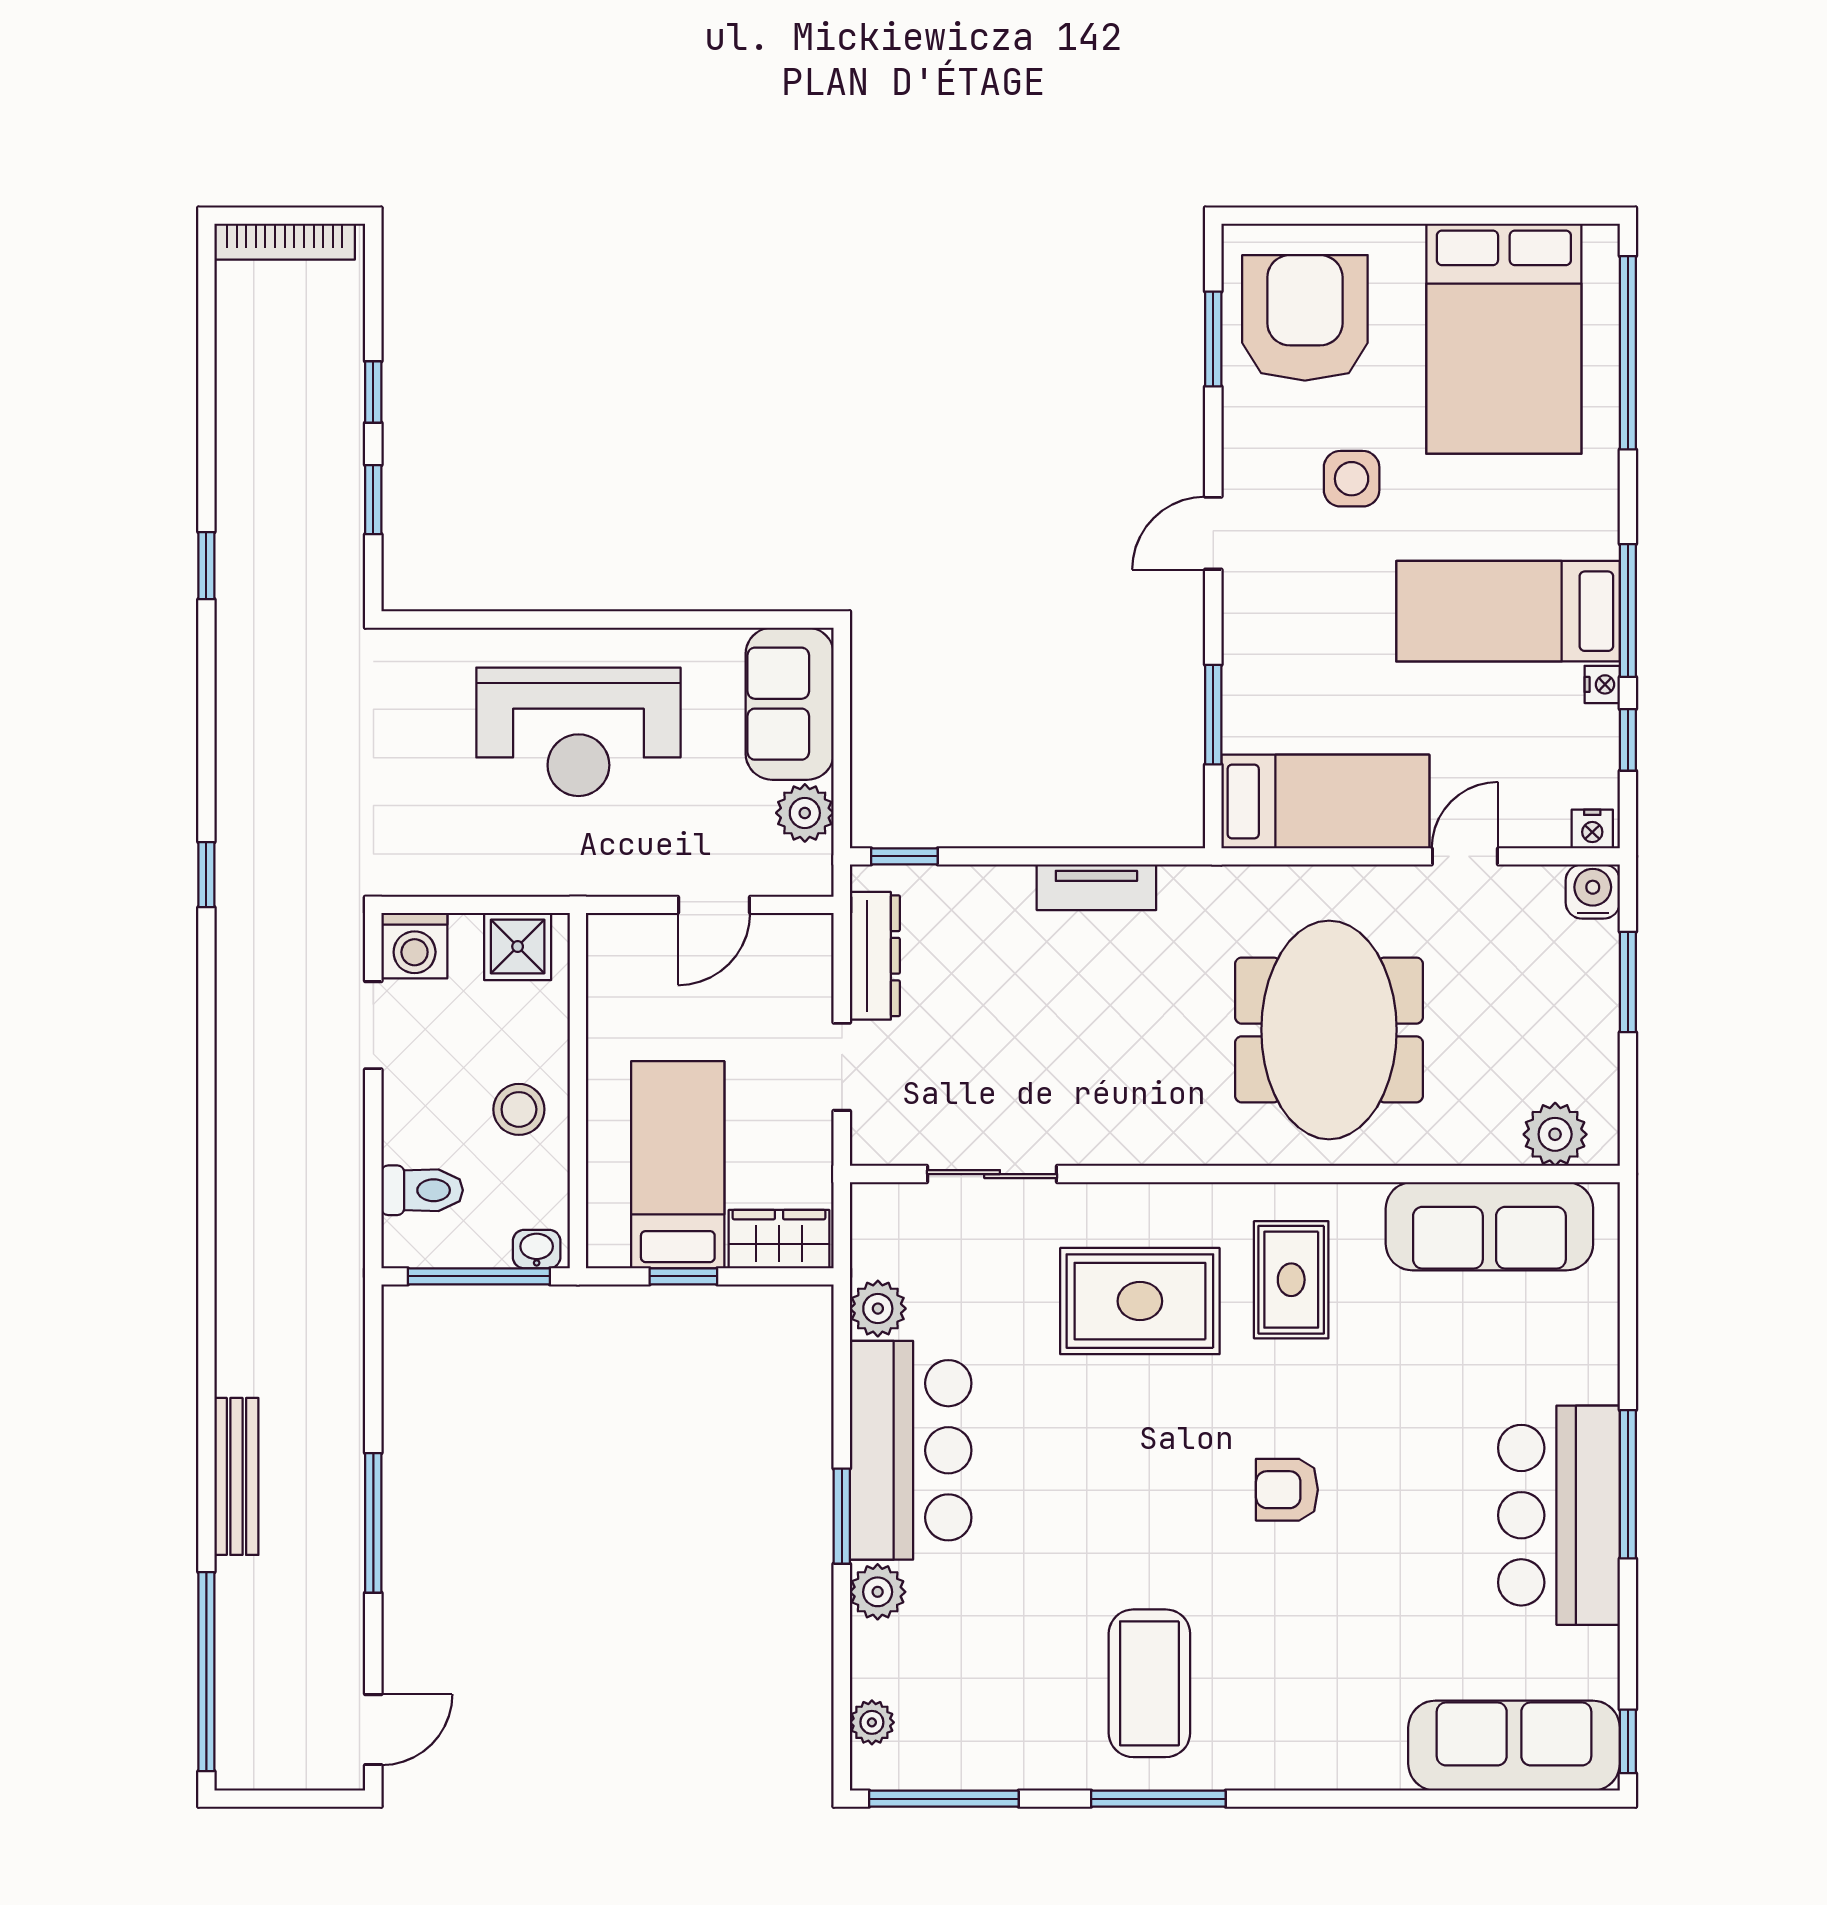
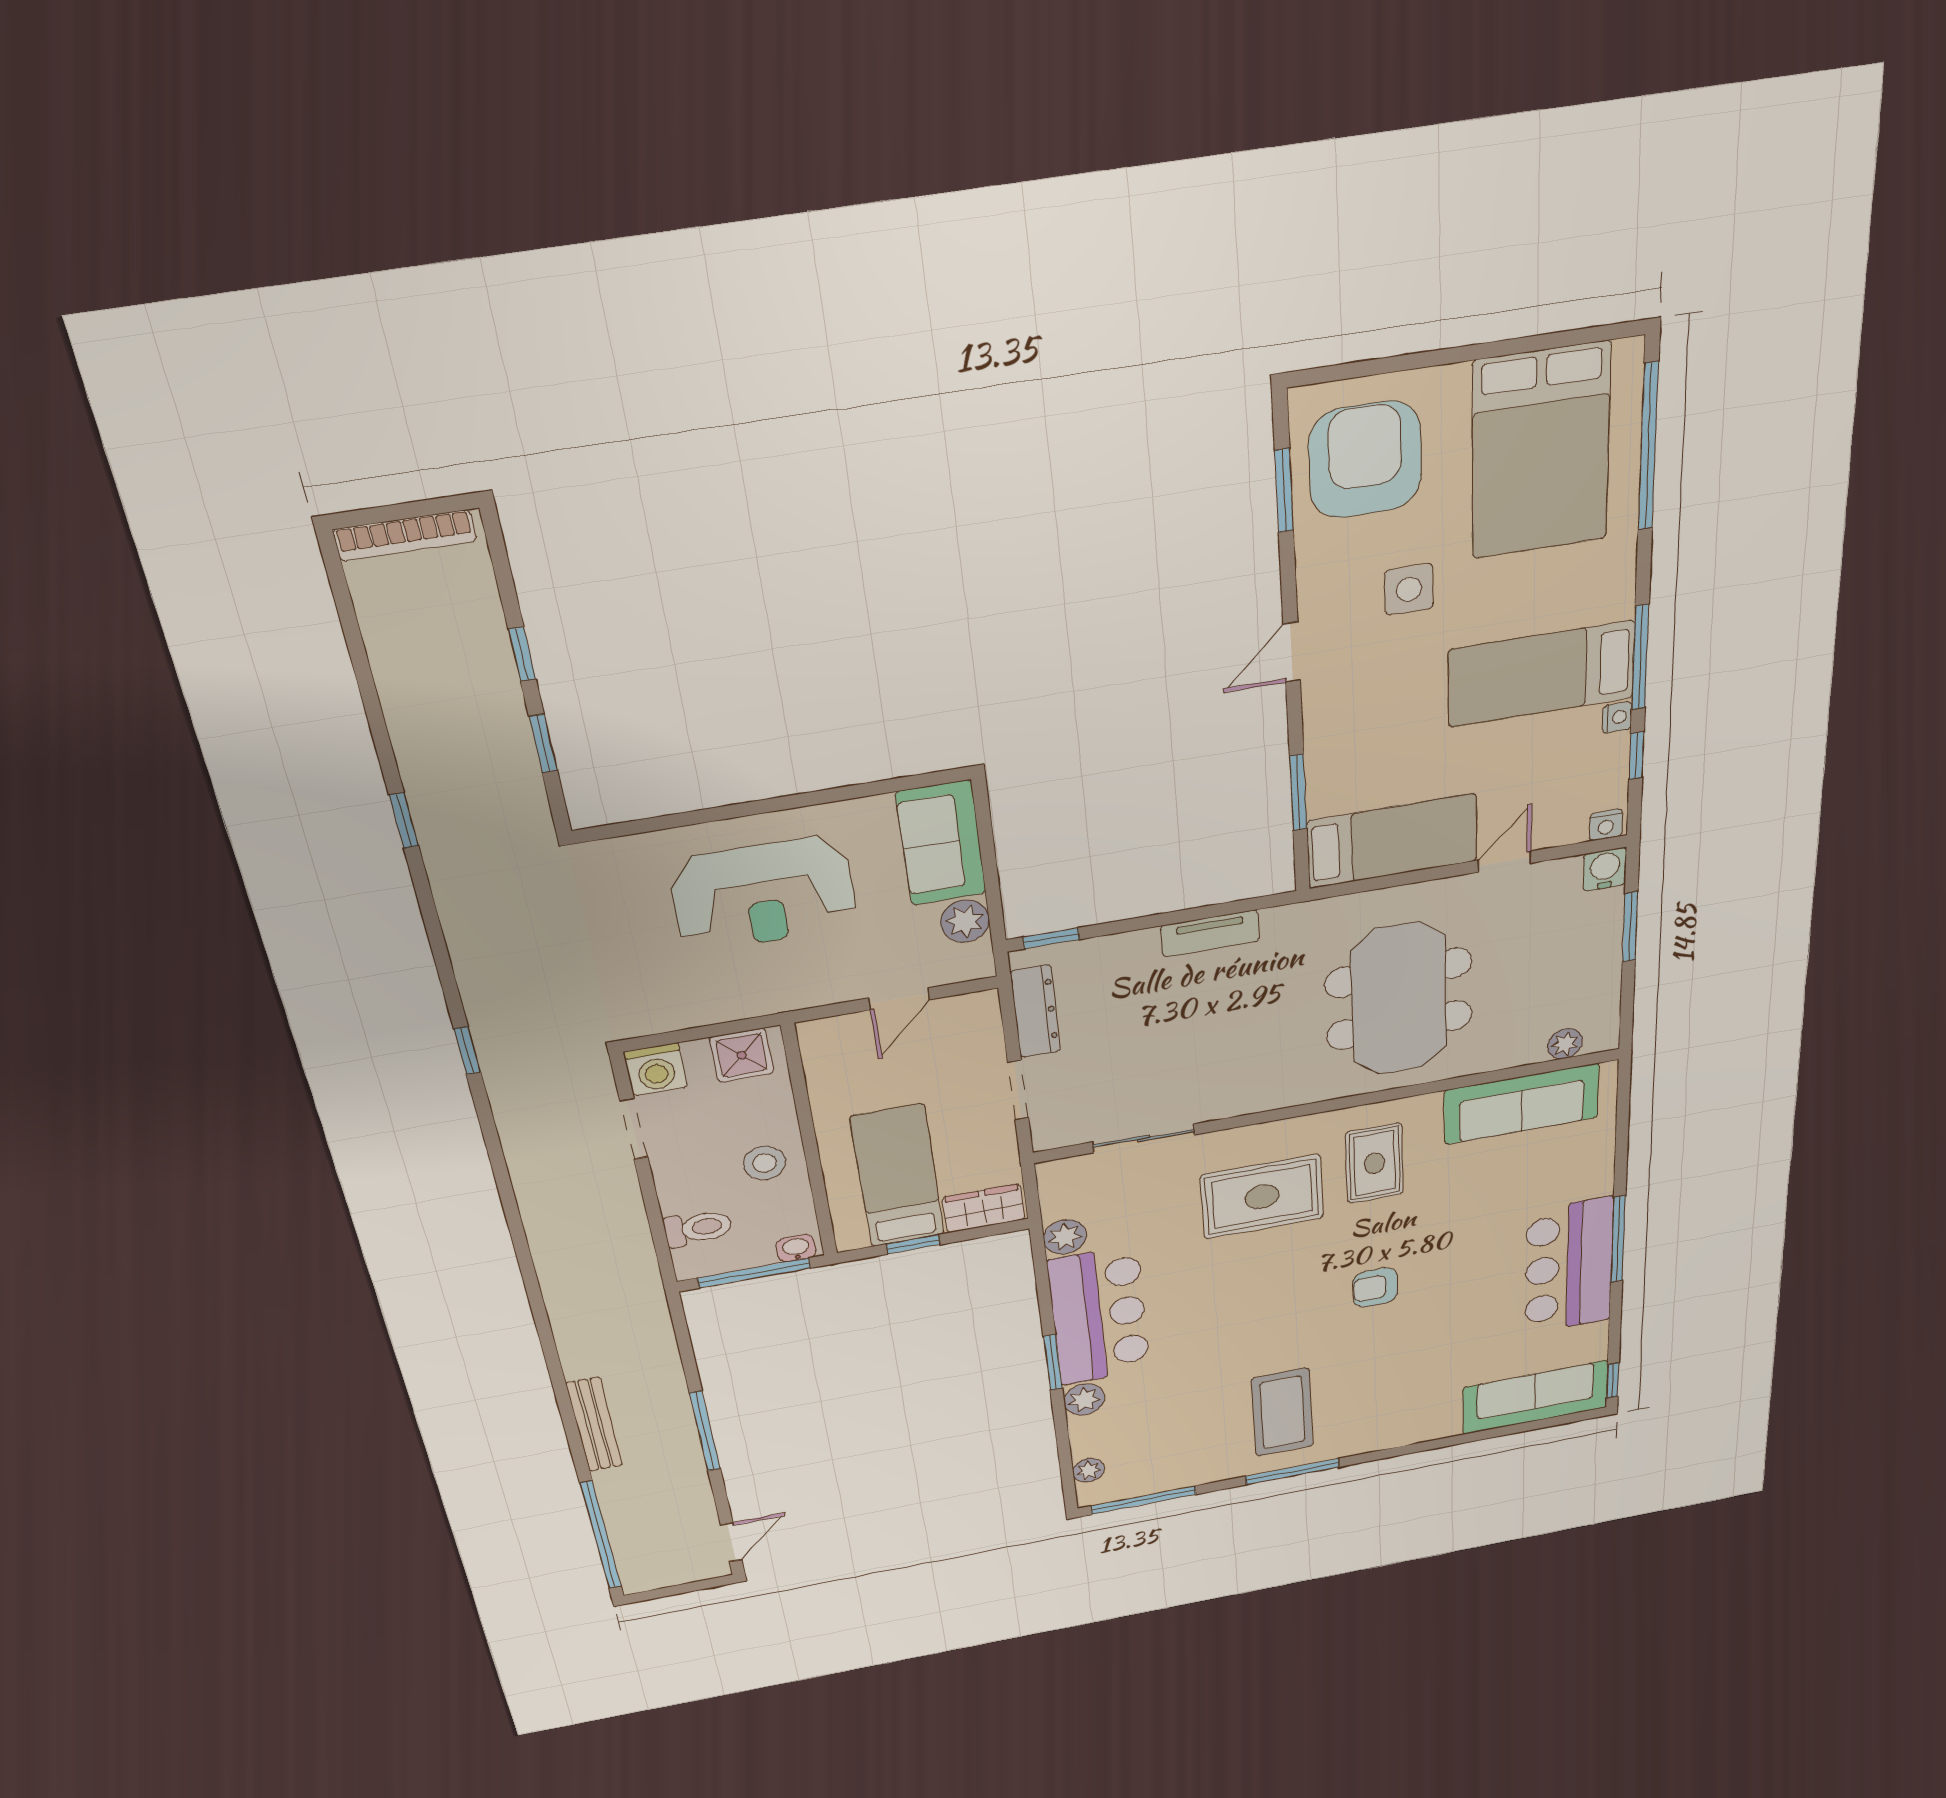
plant: (1555, 1134) -> (1565, 1044), width x0.73, depth x0.73

